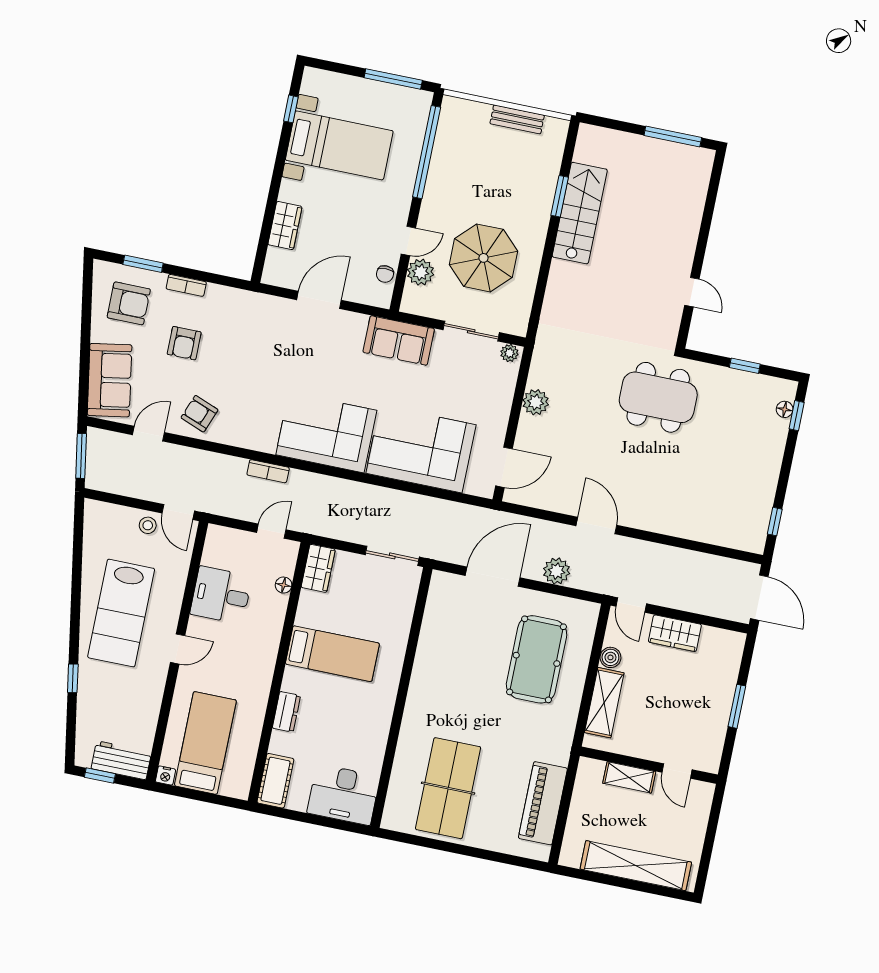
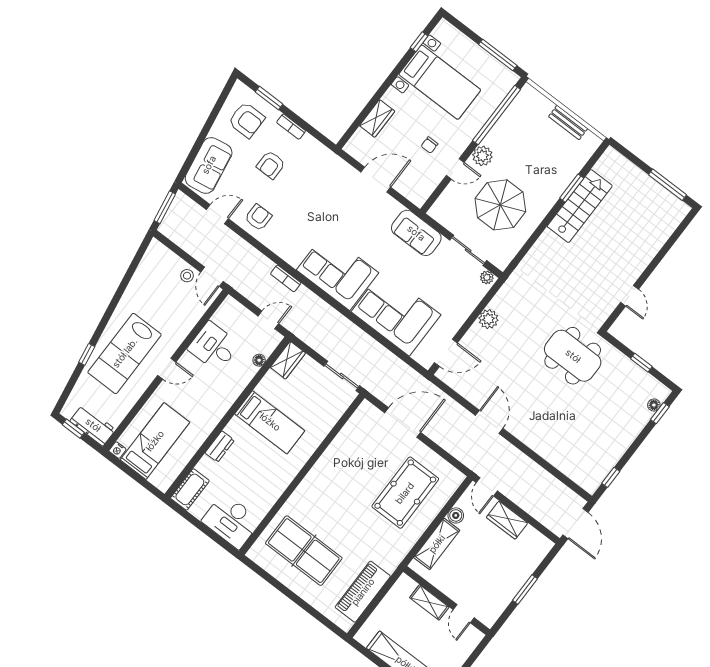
plant: (421, 272) -> (482, 156), moved
chair: (385, 274) -> (429, 145), moved
armchair: (199, 414) -> (258, 217), turned 69
plant: (557, 571) -> (448, 440), removed
lab bench: (121, 613) -> (125, 353), moved
table tennis table: (448, 788) -> (304, 551), turned 90

